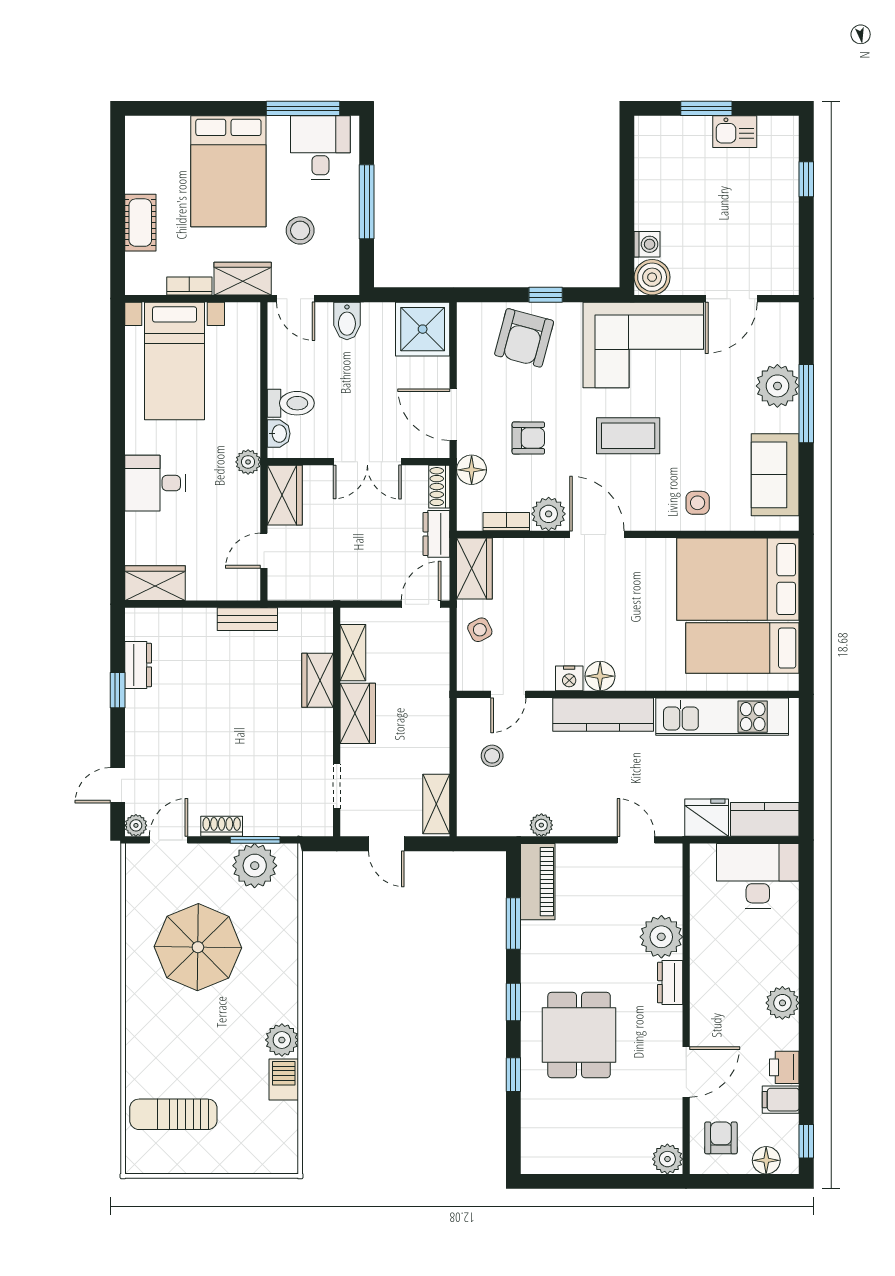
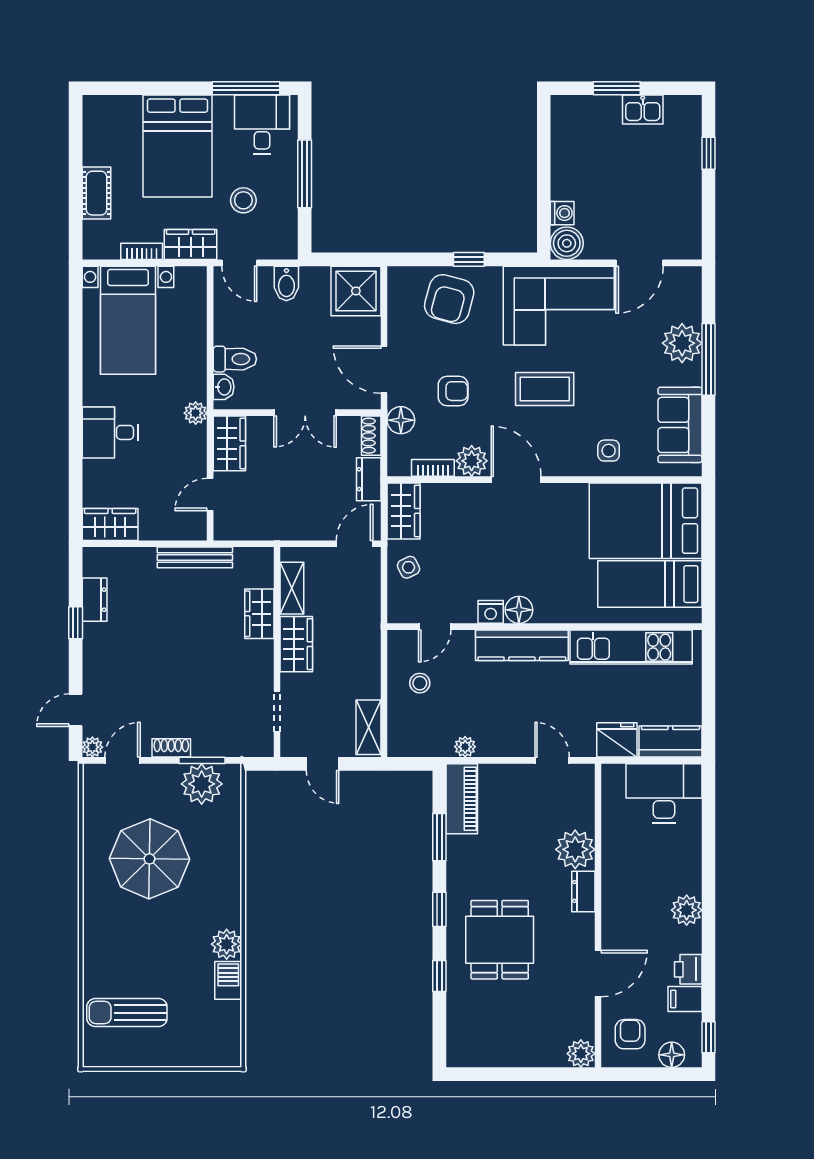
bench: (247, 619) -> (195, 557), width x1.36

